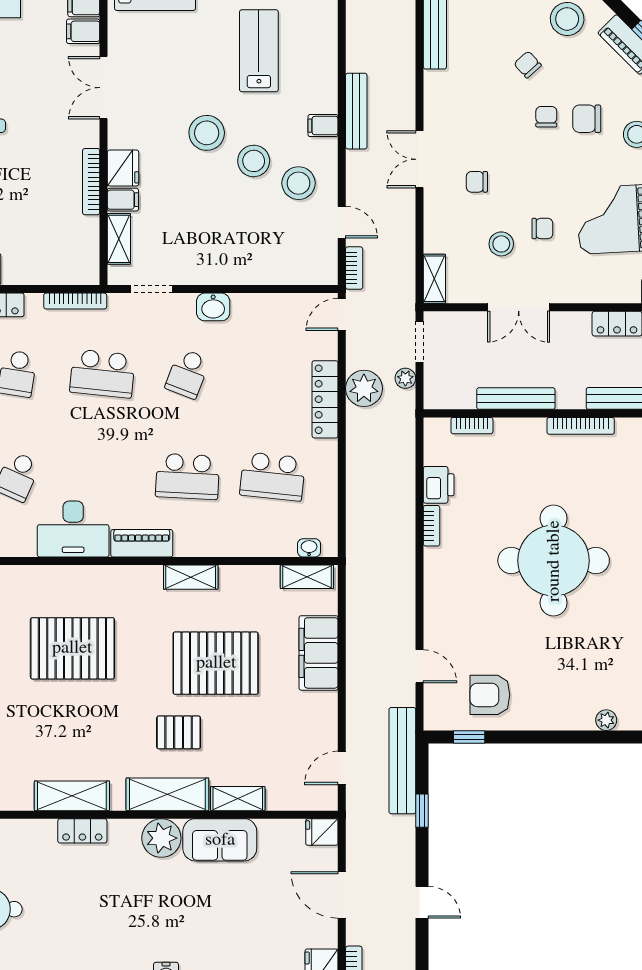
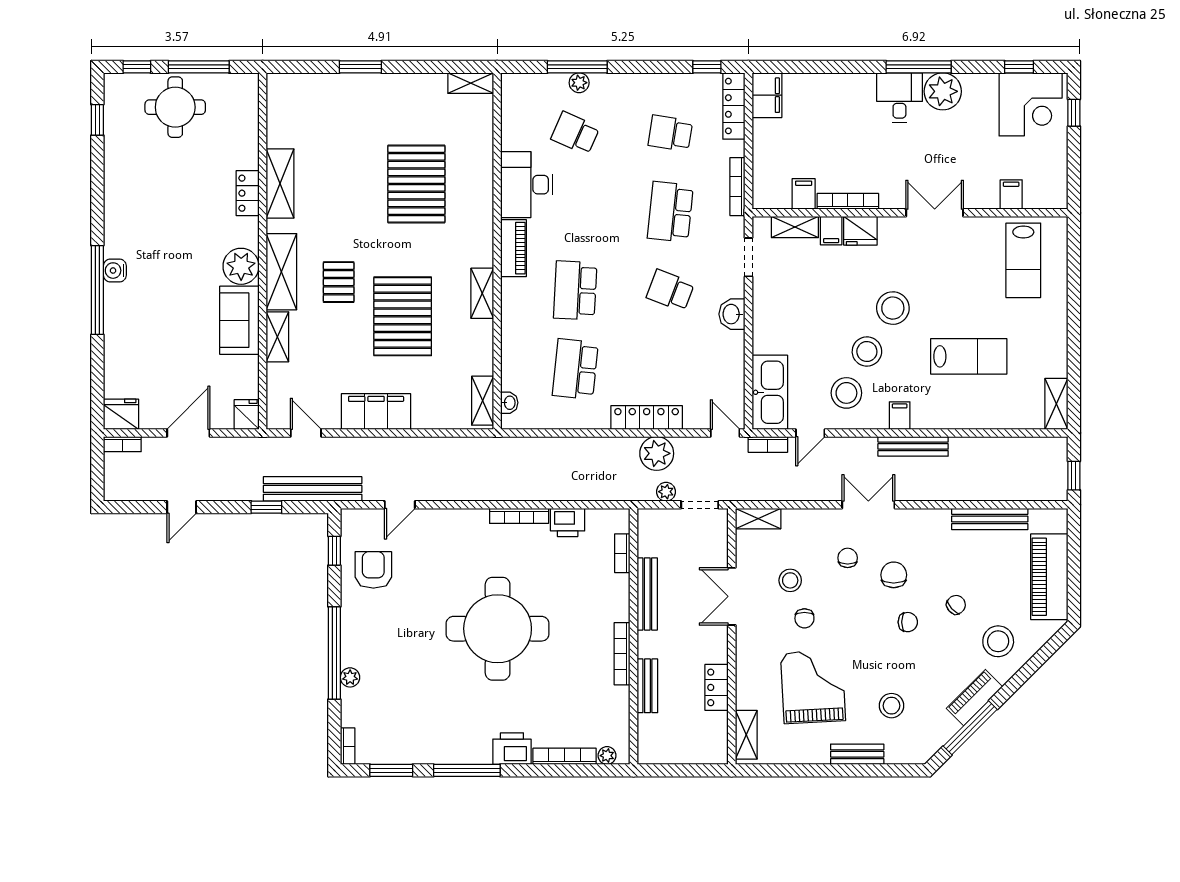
filing cabinet: (83, 31) -> (804, 194), moved
chair: (587, 119) -> (894, 575), moved
kitchen sink: (298, 266) -> (770, 392), added
bookcase: (431, 526) -> (519, 516), width x1.56
filing cabinet: (318, 653) -> (376, 411), moved
window: (580, 737) -> (334, 653), added

